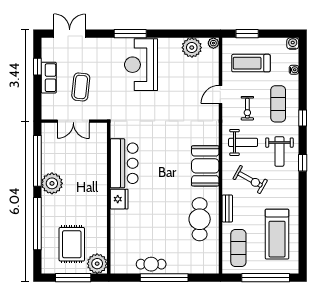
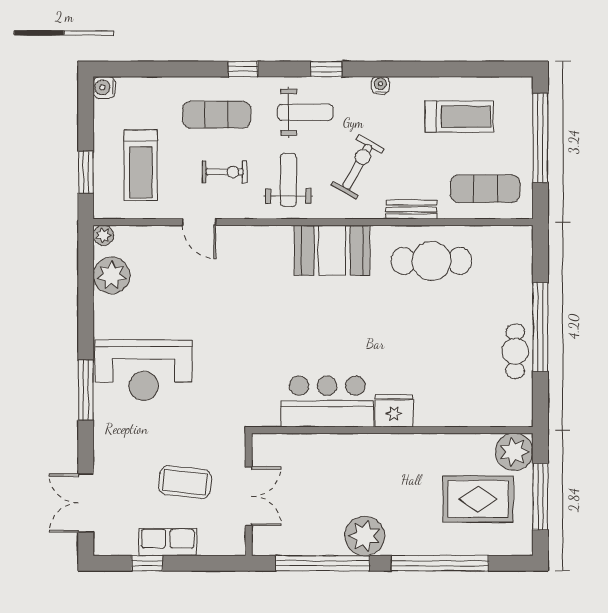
water cooler: (294, 70) -> (380, 85), moved
treadmill: (277, 234) -> (459, 117), width x0.73, depth x0.73

